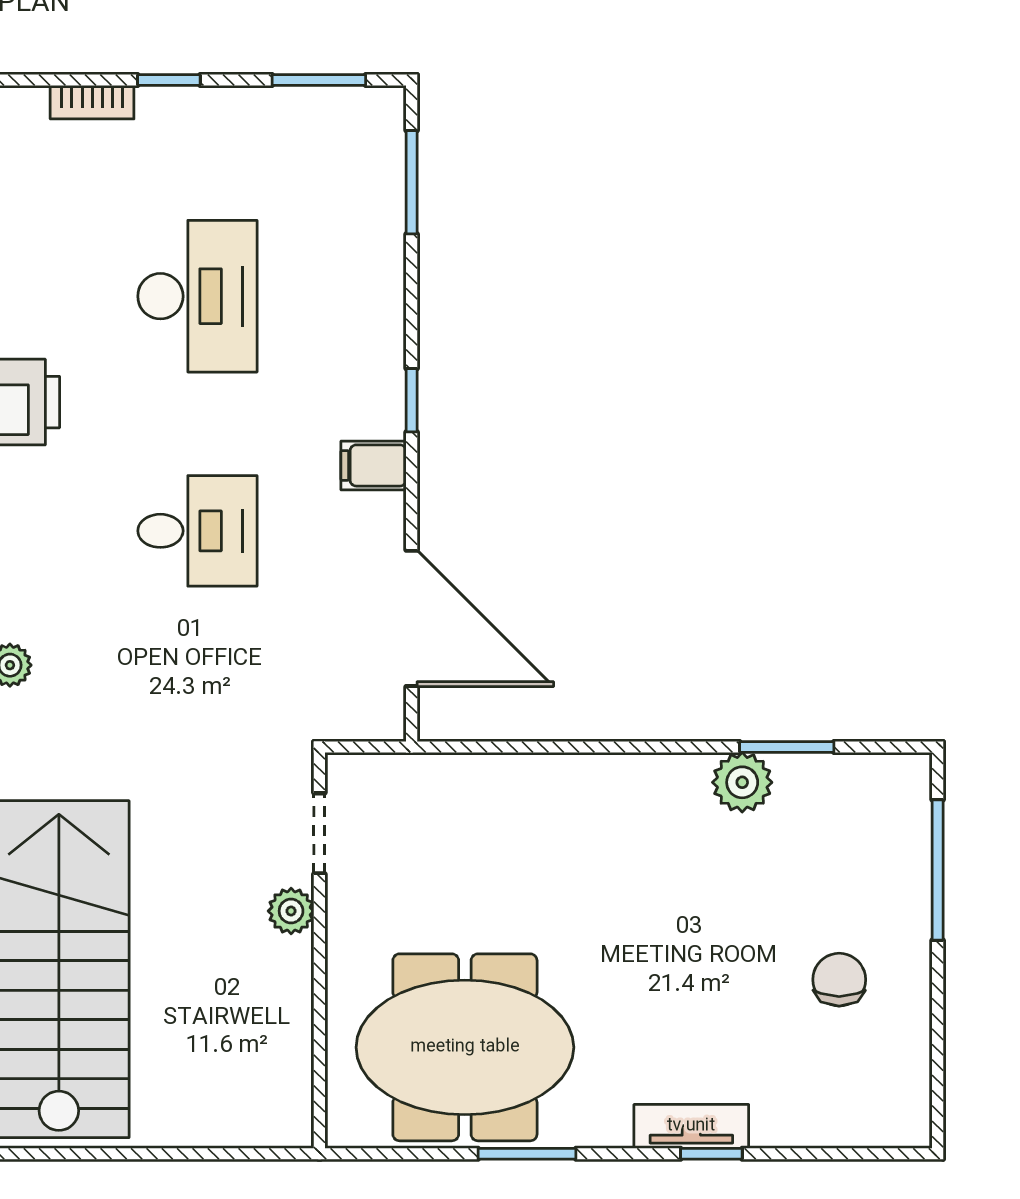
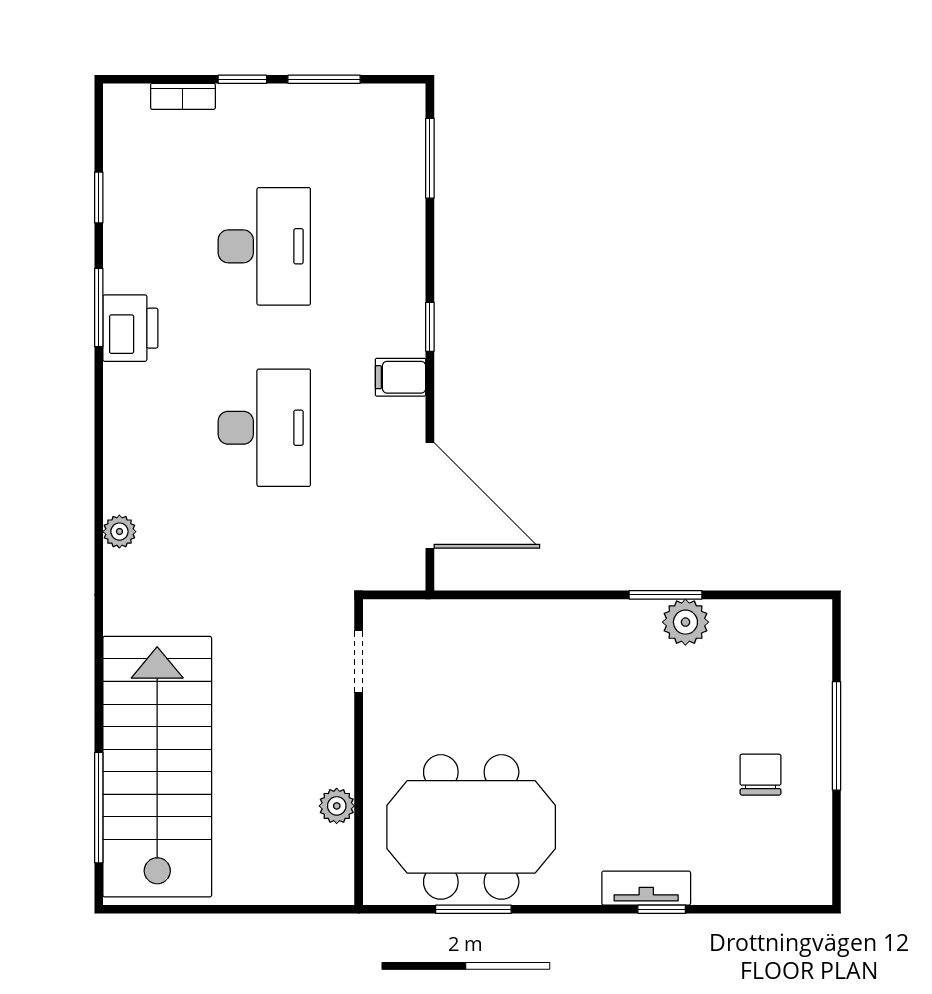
window: (319, 80) -> (324, 79), moved
desk: (197, 531) -> (264, 428), width x1.37
window: (787, 747) -> (665, 595), moved
window: (938, 870) -> (837, 736), moved
plant: (291, 911) -> (337, 806), moved
window: (527, 1154) -> (473, 909), moved

